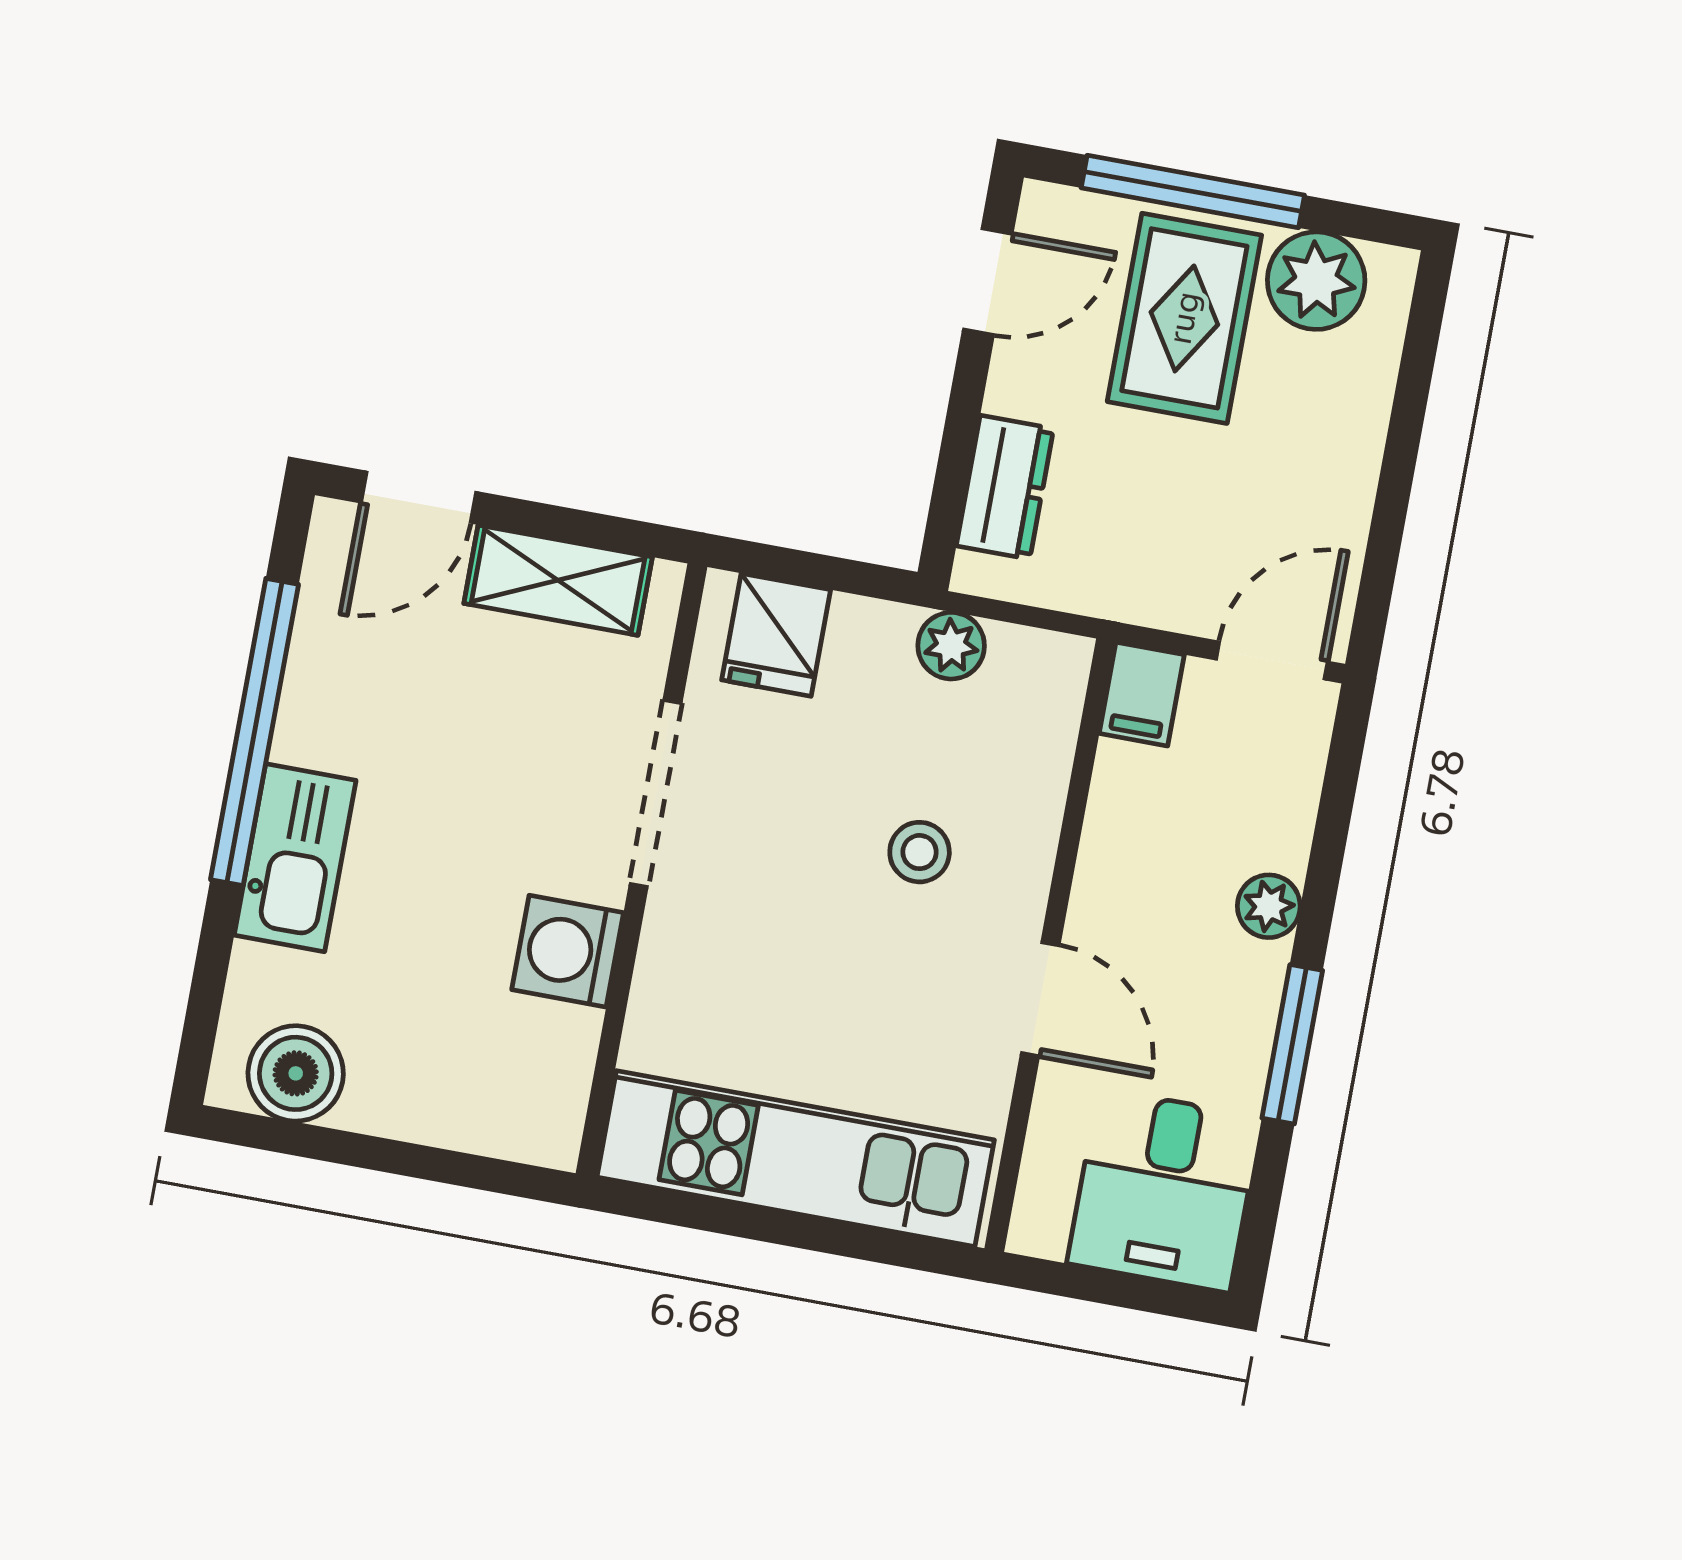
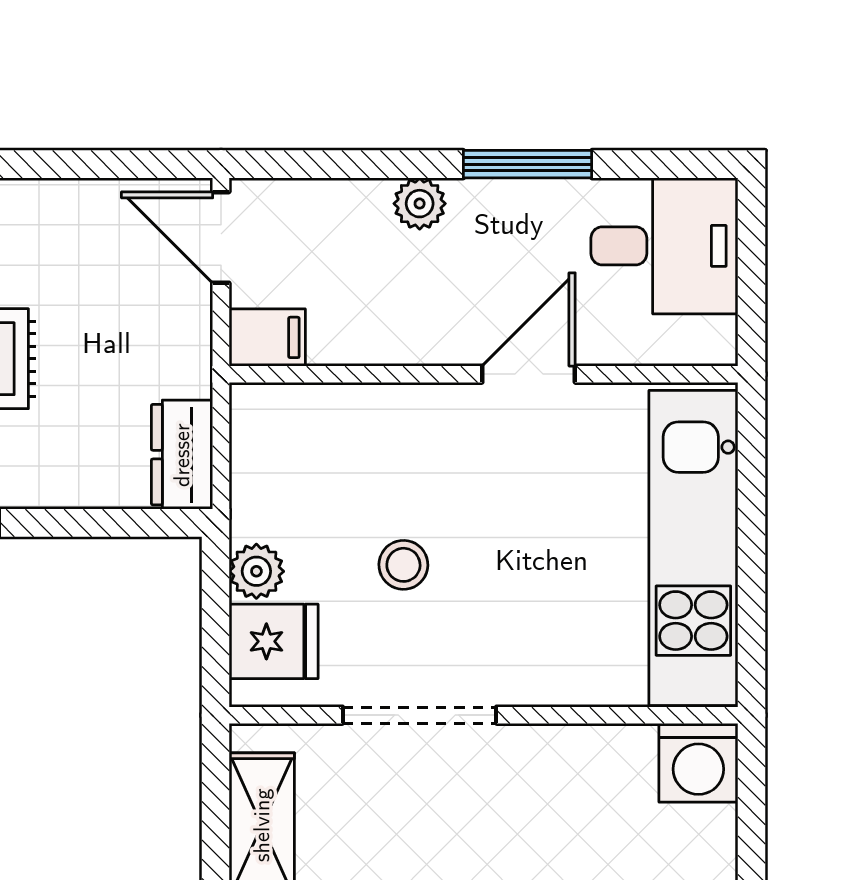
dresser: (1005, 487) -> (182, 455), moved, turned -90
plant: (951, 646) -> (256, 571), moved
stool: (920, 852) -> (403, 565), moved
washing machine: (568, 951) -> (698, 763), moved

